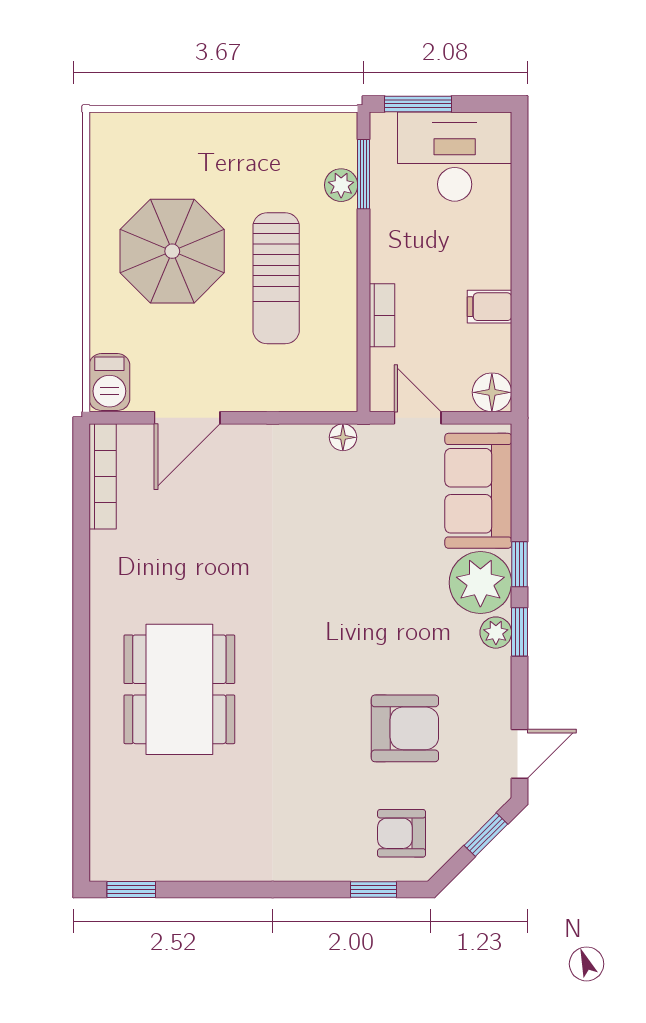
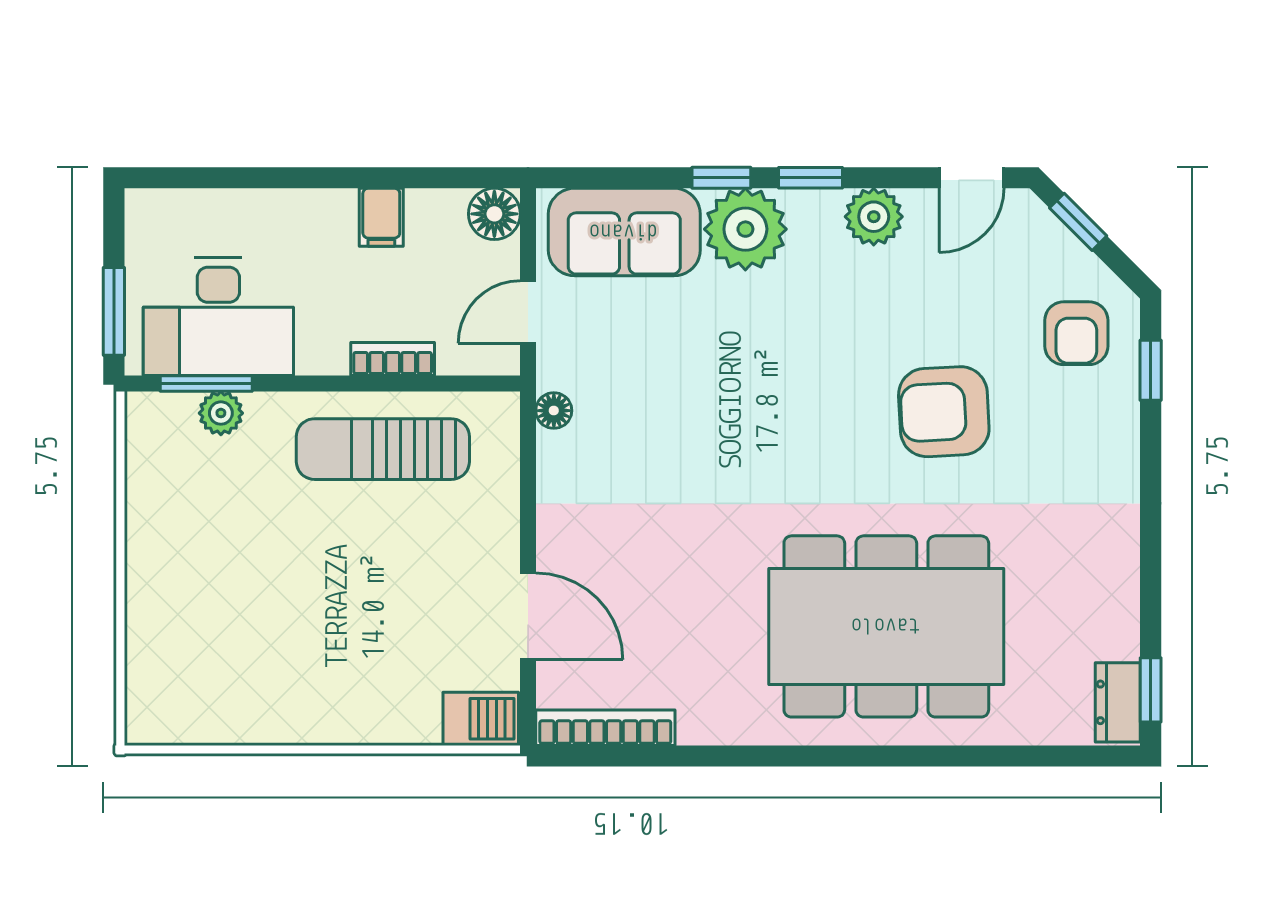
desk: (455, 157) -> (218, 317), moved, turned -90
parasol: (172, 251) -> (308, 636), removed
sun lounger: (276, 278) -> (383, 449), moved, turned 180
plant: (496, 633) -> (874, 217), moved, width x1.38, depth x1.38
dining table: (179, 689) -> (886, 626), width x1.36, depth x1.24
armchair: (405, 728) -> (944, 412), moved, turned -93
door: (519, 754) -> (972, 178), swing flipped
dresser: (122, 865) -> (1118, 702), added

